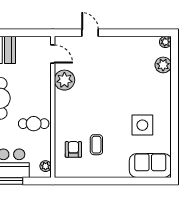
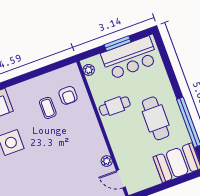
plant: (64, 80) -> (107, 161), width x0.53, depth x0.53

